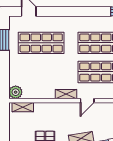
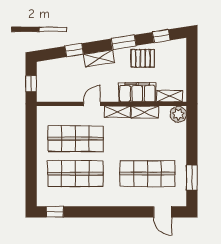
shelving: (43, 94) -> (145, 112), added
filing cabinet: (50, 110) -> (137, 92), added

